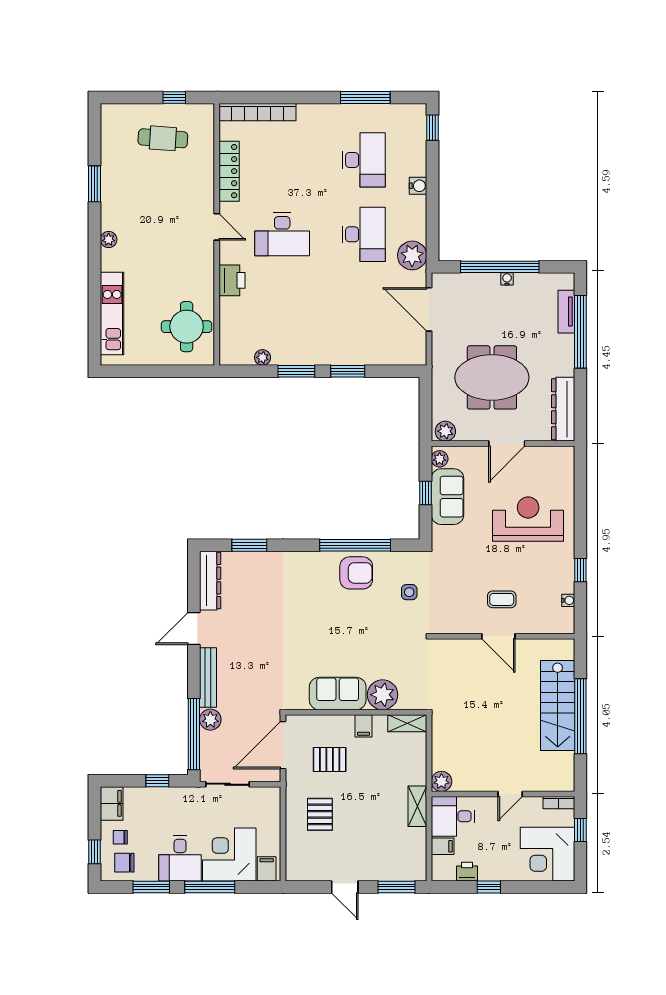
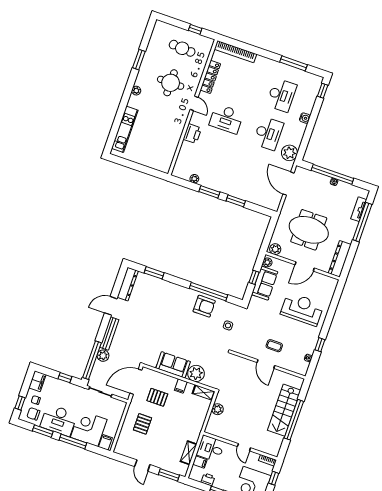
round table: (187, 327) -> (171, 83), moved
plant: (441, 781) -> (218, 409), moved
door: (510, 794) -> (244, 447), hinge flipped
shelving: (417, 806) -> (189, 453), moved
desk: (180, 858) -> (59, 420), width x1.37

